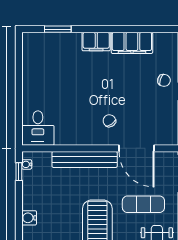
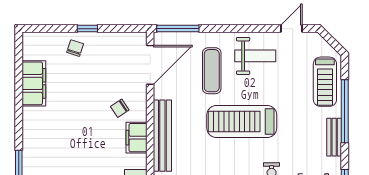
filing cabinet: (96, 42) -> (137, 138), moved, turned 180
door: (137, 148) -> (150, 65), moved

